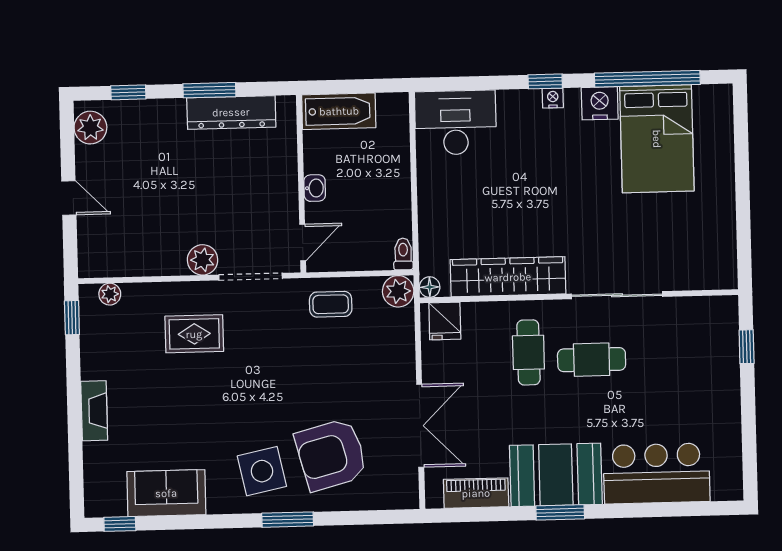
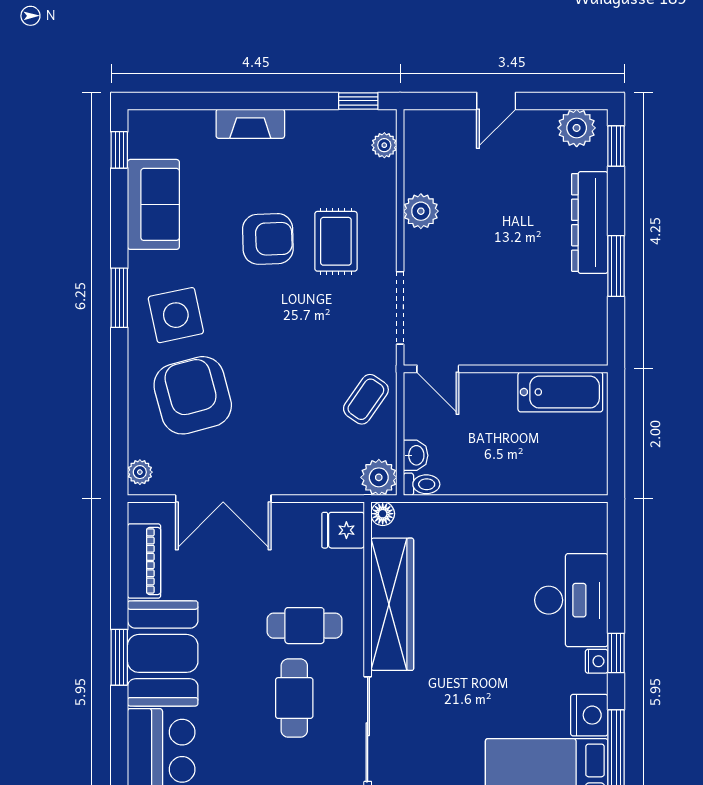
window: (128, 92) -> (616, 146), moved
bathtub: (339, 111) -> (560, 392), moved, turned -90
dresser: (231, 112) -> (590, 222), moved
desk: (456, 123) -> (571, 600), moved
washbasin: (315, 188) -> (416, 455), moved, turned -90
plant: (203, 260) -> (421, 211), moved
coffee table: (331, 304) -> (366, 399), turned 35
armchair: (194, 393) -> (268, 239), added
plant: (399, 499) -> (140, 472), added
window: (288, 520) -> (119, 298), moved

